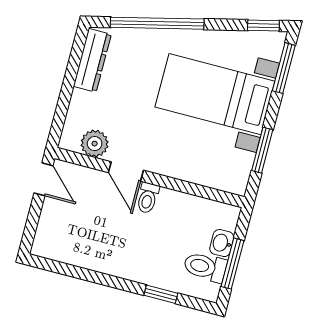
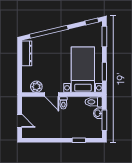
bed with nightstands: (215, 94) -> (83, 70), moved, turned 90
door: (43, 179) -> (20, 121), moved
toilet: (205, 267) -> (94, 102), moved

